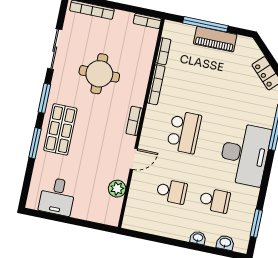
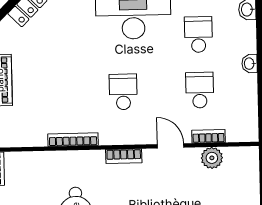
bookcase: (163, 51) -> (208, 136), moved
school desk: (184, 132) -> (123, 92), width x0.54
washbasin: (198, 238) -> (250, 64), moved

